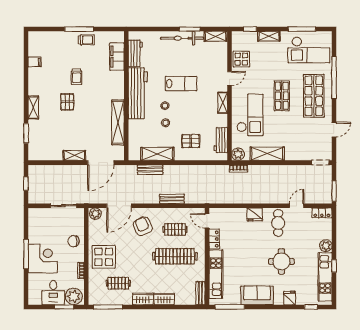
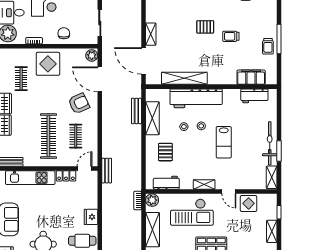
workbench: (138, 93) -> (196, 98), moved
bench: (172, 199) -> (107, 171), moved

